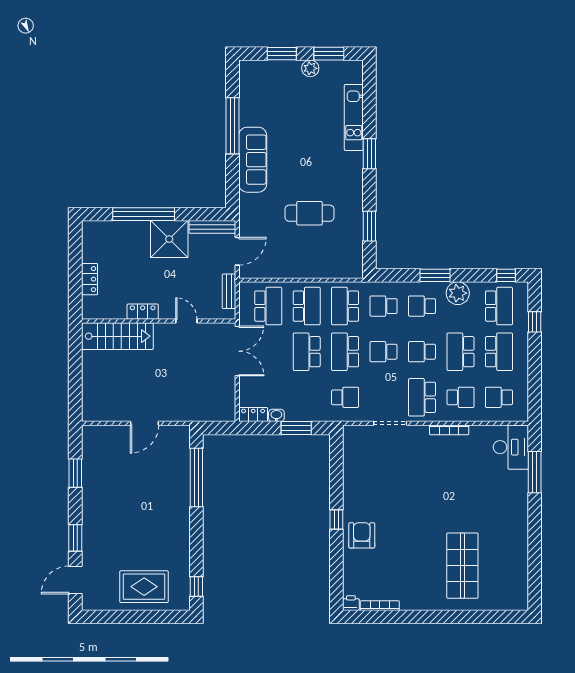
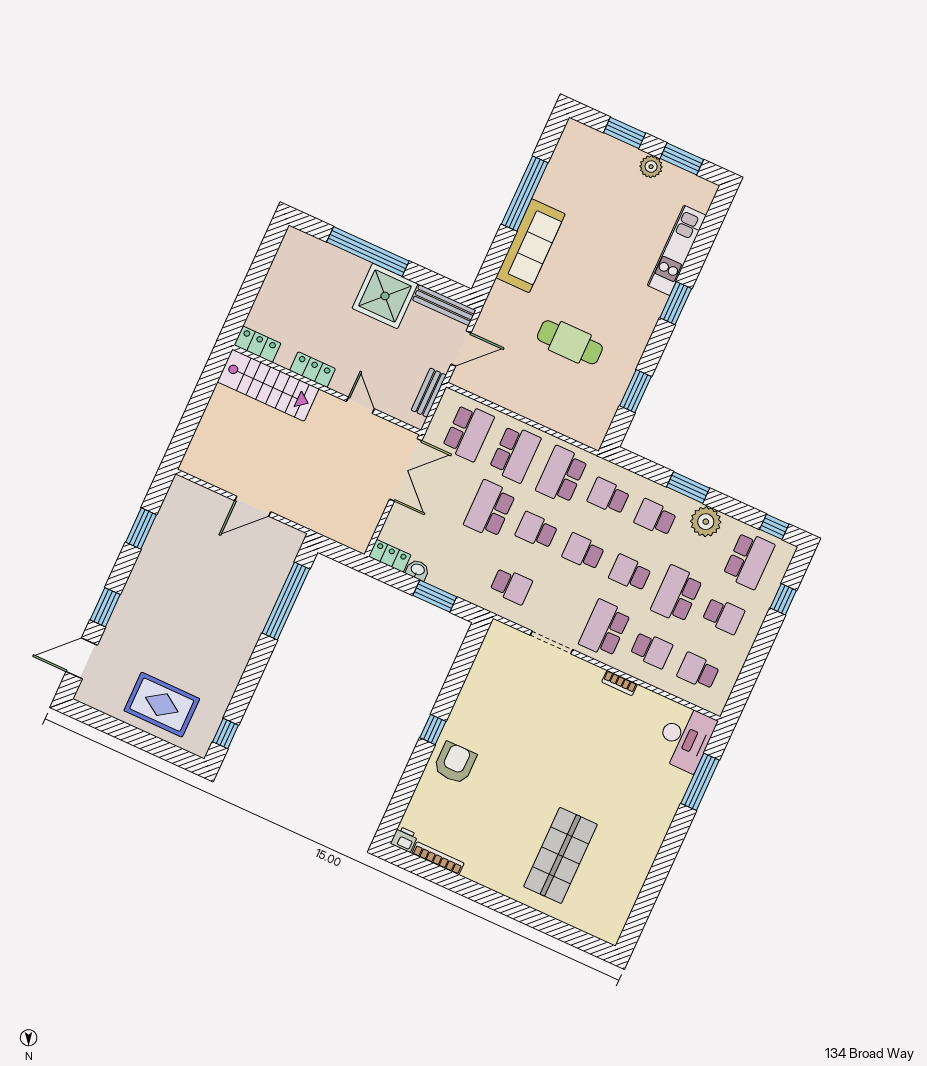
locker: (89, 279) -> (257, 344), moved, turned -90
school desk: (345, 352) -> (536, 530), width x0.54
school desk: (499, 352) -> (723, 616), width x0.54
bookcase: (449, 430) -> (619, 683), width x0.64

